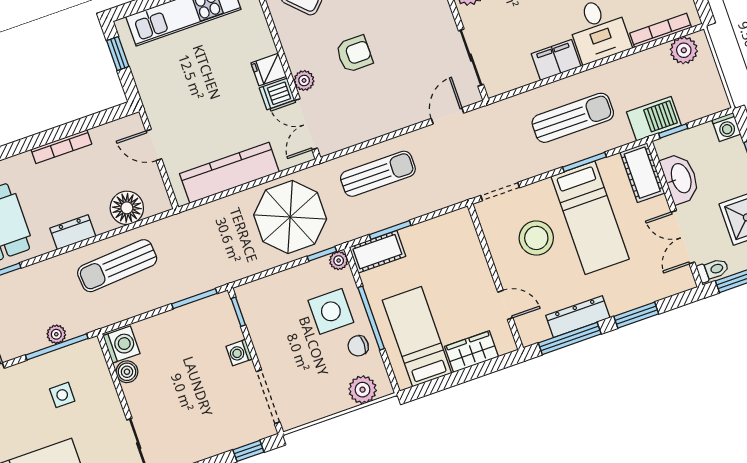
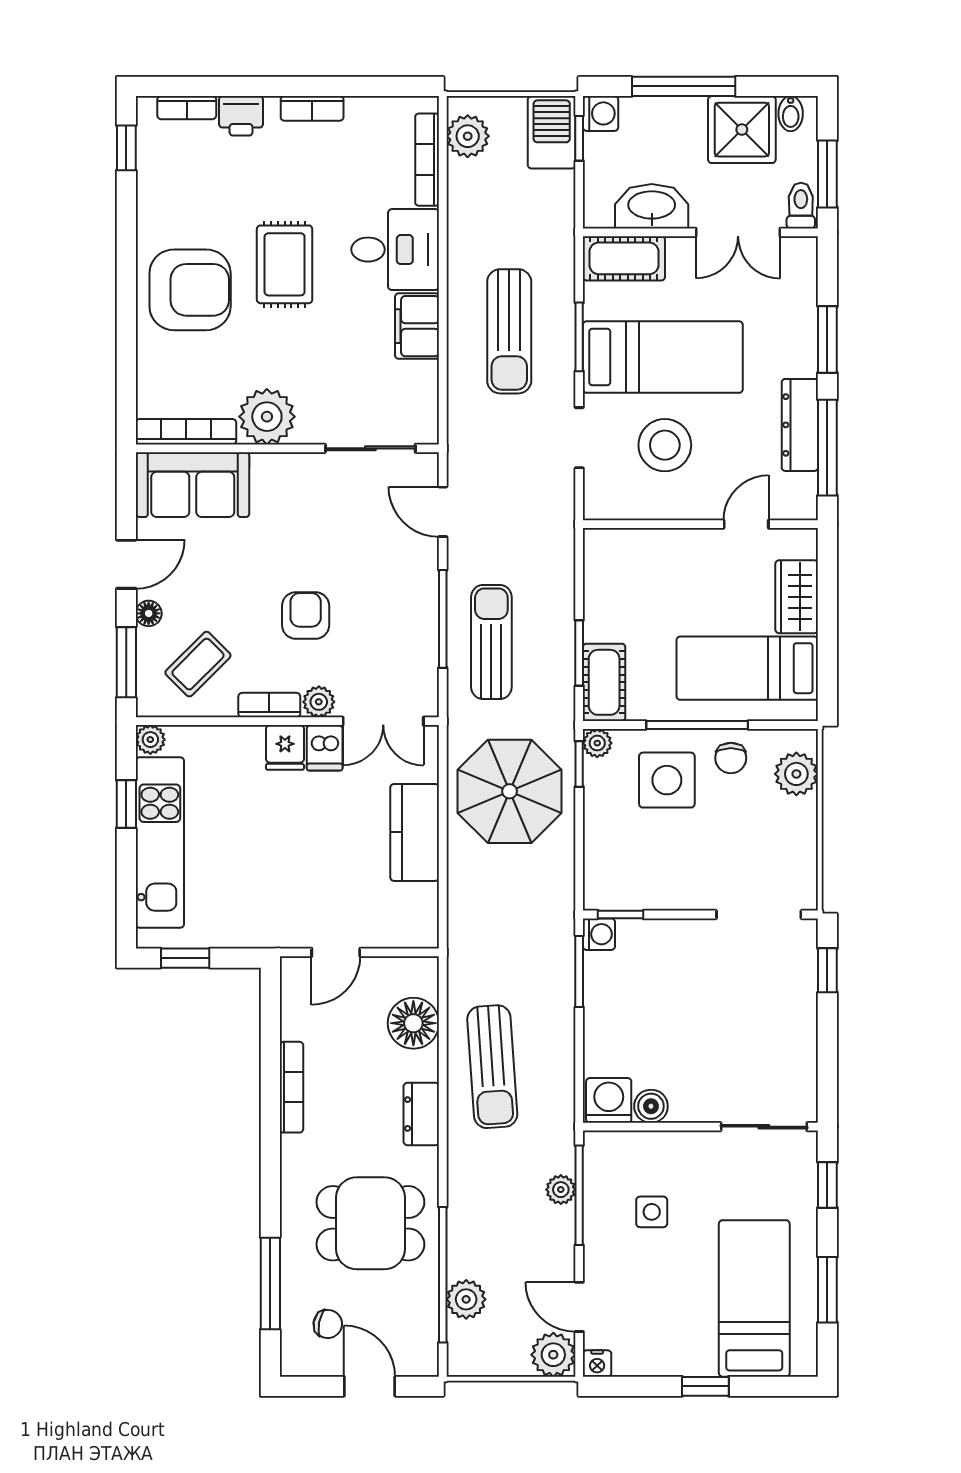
bookcase: (291, 51) -> (269, 705), added
sun lounger: (573, 118) -> (509, 331), turned 180
barbecue: (654, 119) -> (552, 132), moved
window: (673, 131) -> (579, 138), moved
window: (382, 139) -> (443, 619), added
kitchen counter: (229, 173) -> (415, 832), width x0.67
doorway: (500, 192) -> (579, 438), moved
washing machine: (239, 353) -> (599, 934), moved, turned -90

